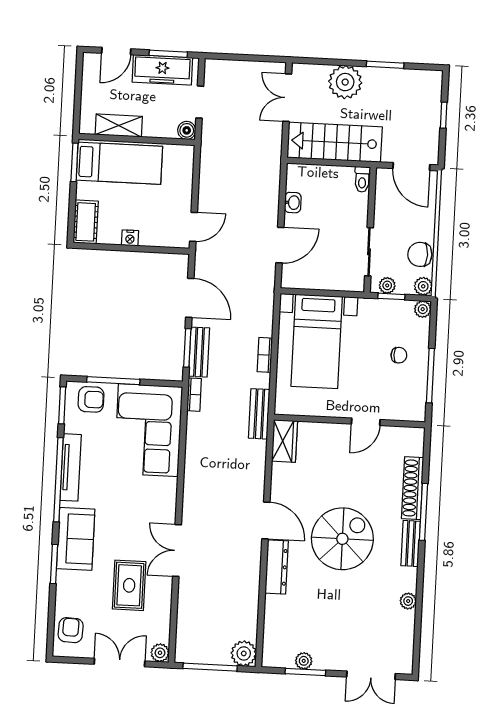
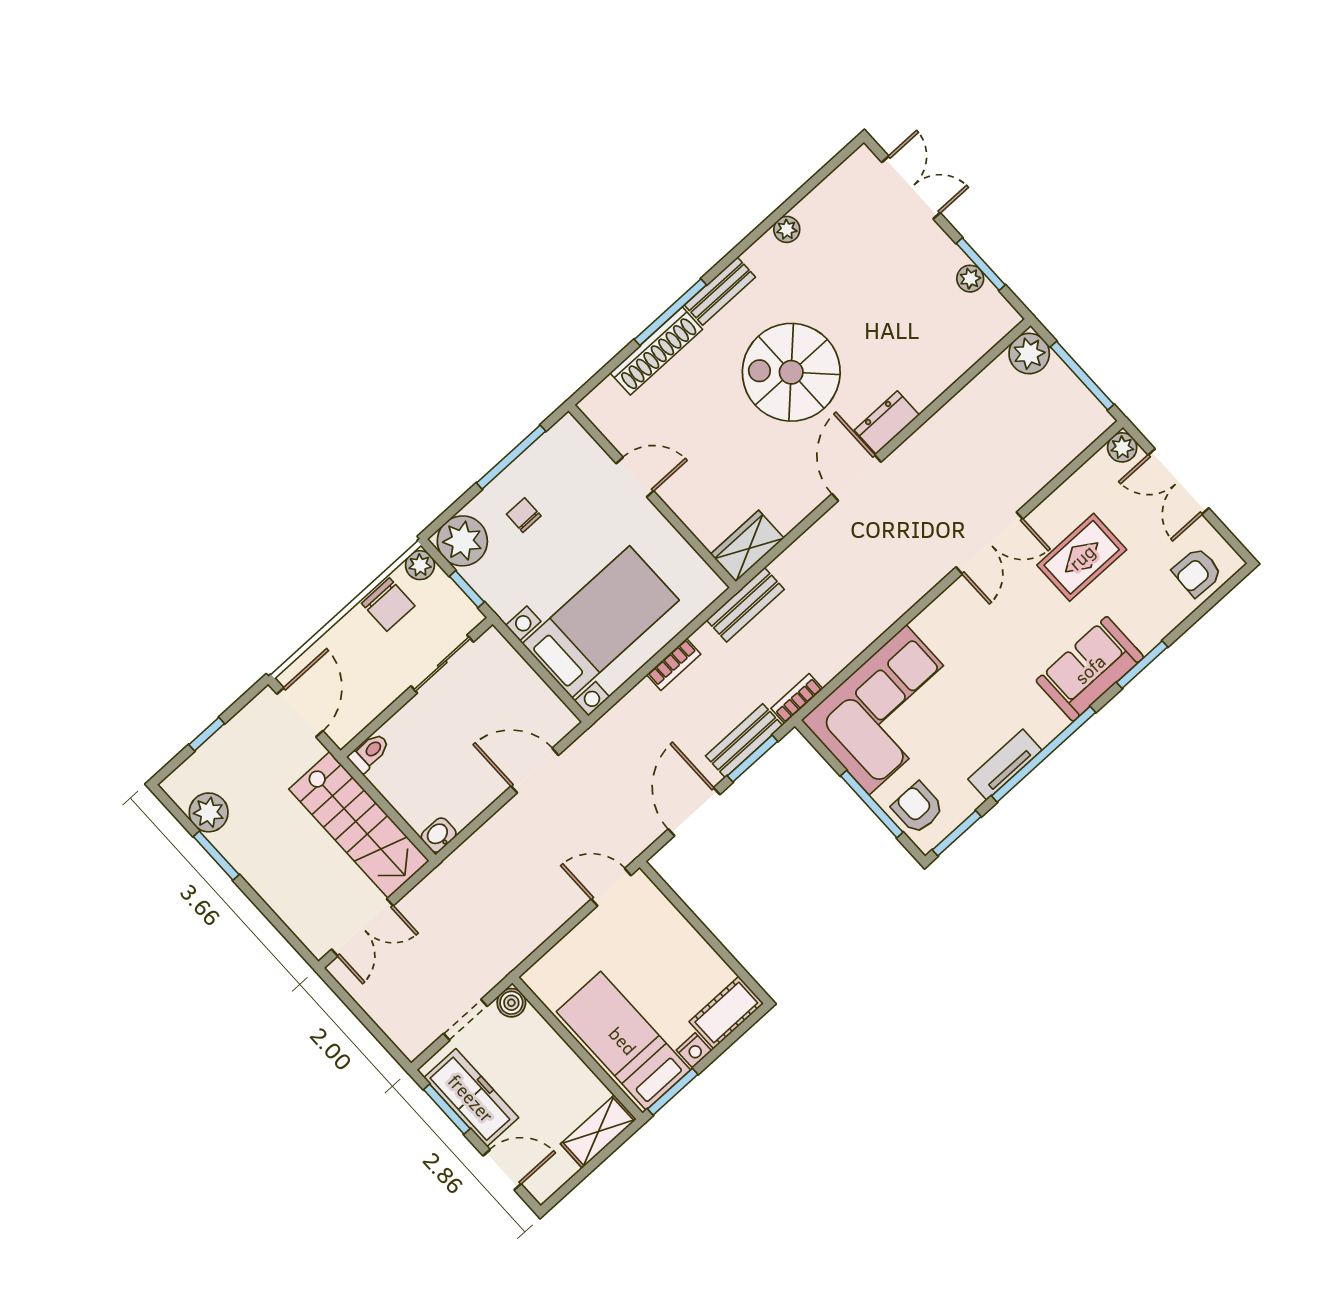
plant: (345, 82) -> (209, 812), moved, width x0.73, depth x0.73
shelving: (119, 125) -> (598, 1132), moved, turned 90
washbasin: (293, 203) -> (439, 835), moved
nightstand: (130, 238) -> (694, 1050), moved, turned 90
plant: (387, 285) -> (459, 606), removed
plant: (423, 309) -> (462, 541), width x1.88, depth x1.88
tv unit: (71, 467) -> (1005, 765), width x0.71
dresser: (277, 567) -> (887, 423), width x0.70

